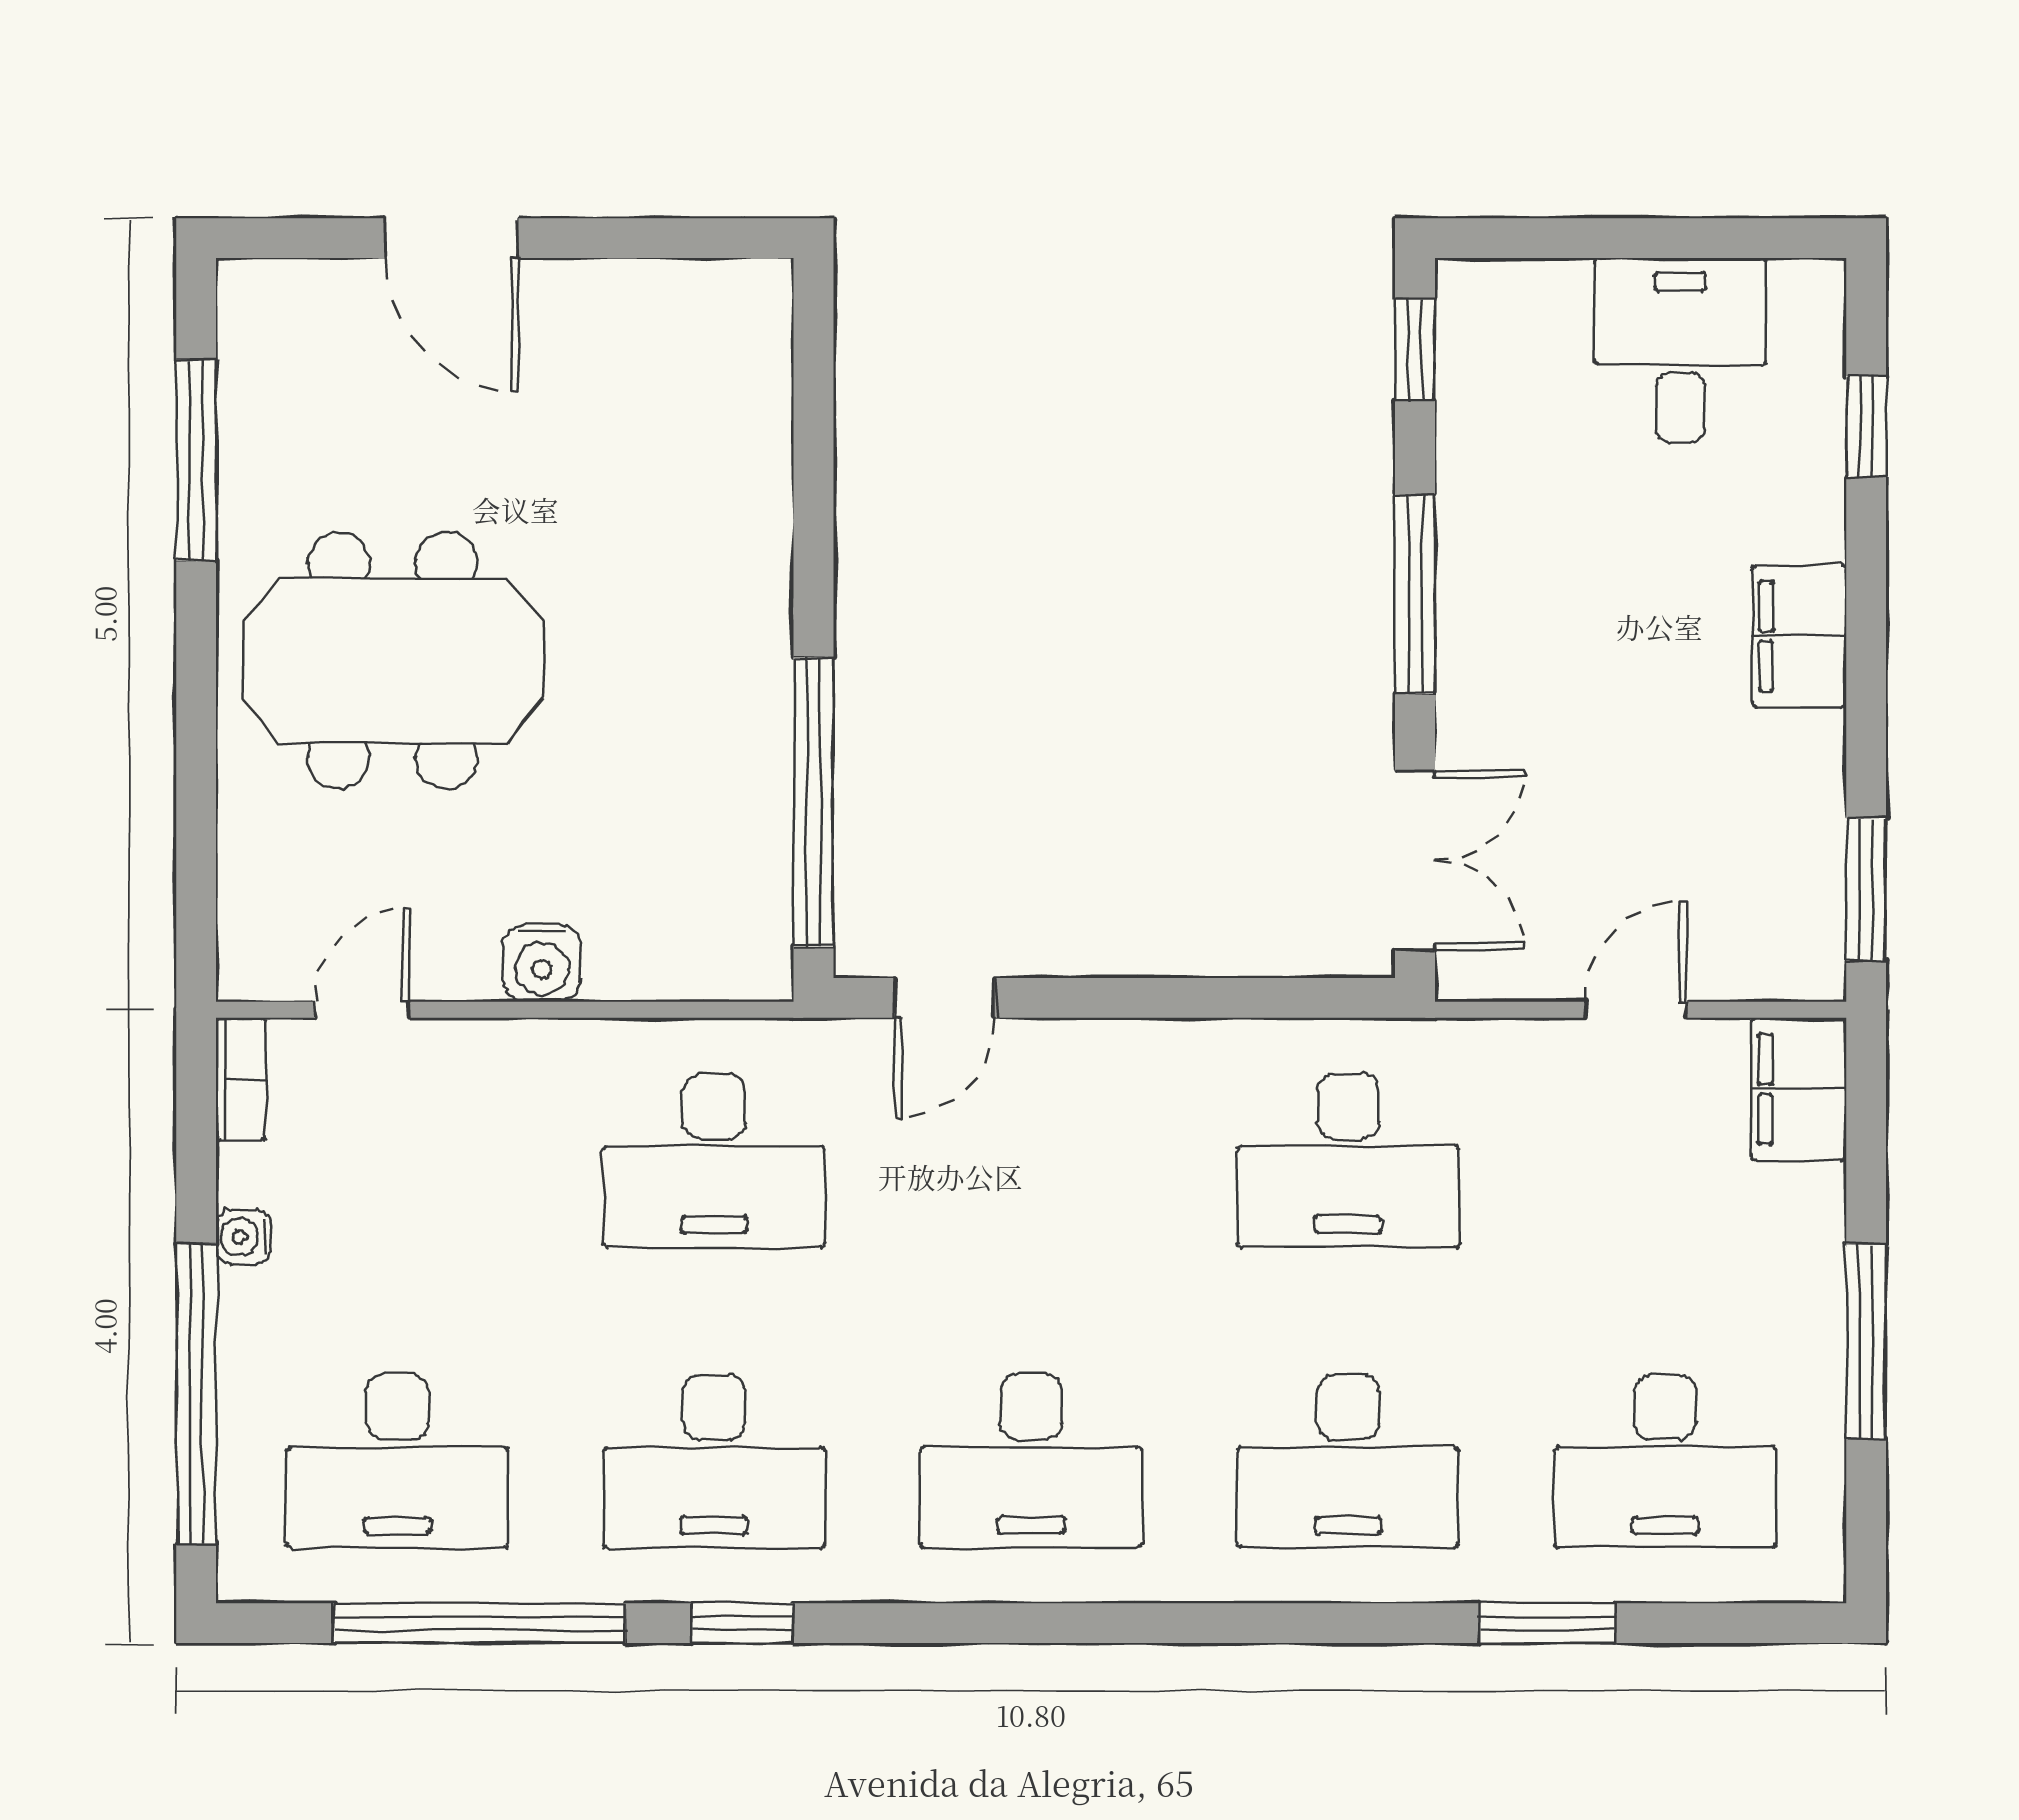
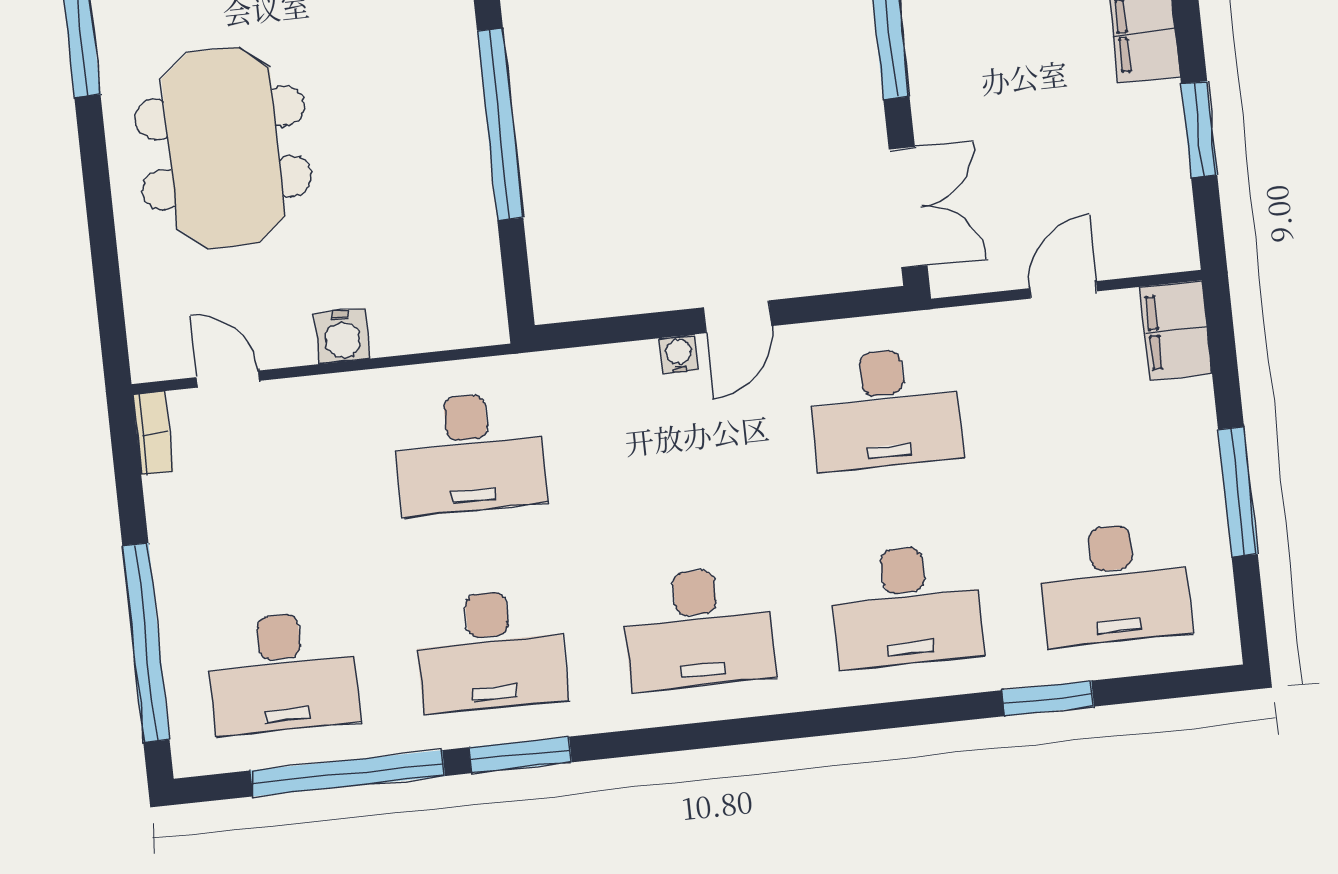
meeting table: (393, 661) -> (223, 148), turned 90
window: (814, 802) -> (500, 124), moved
window: (1866, 889) -> (1199, 129), moved
door: (945, 998) -> (737, 317), moved
door: (362, 1010) -> (228, 379), hinge flipped
water cooler: (243, 1237) -> (679, 354), moved, turned 90
window: (742, 1623) -> (520, 755), width x1.50

